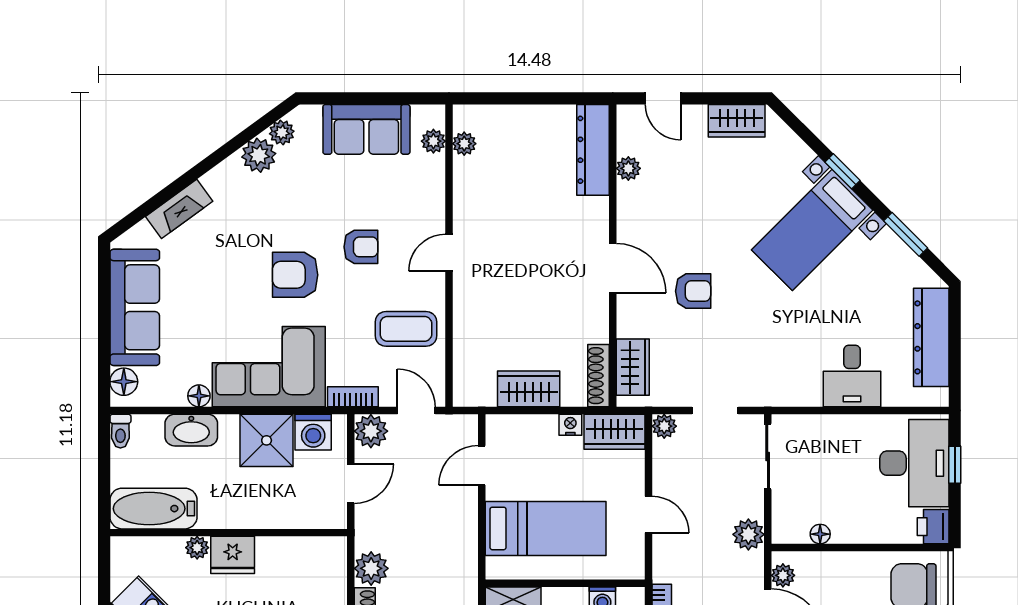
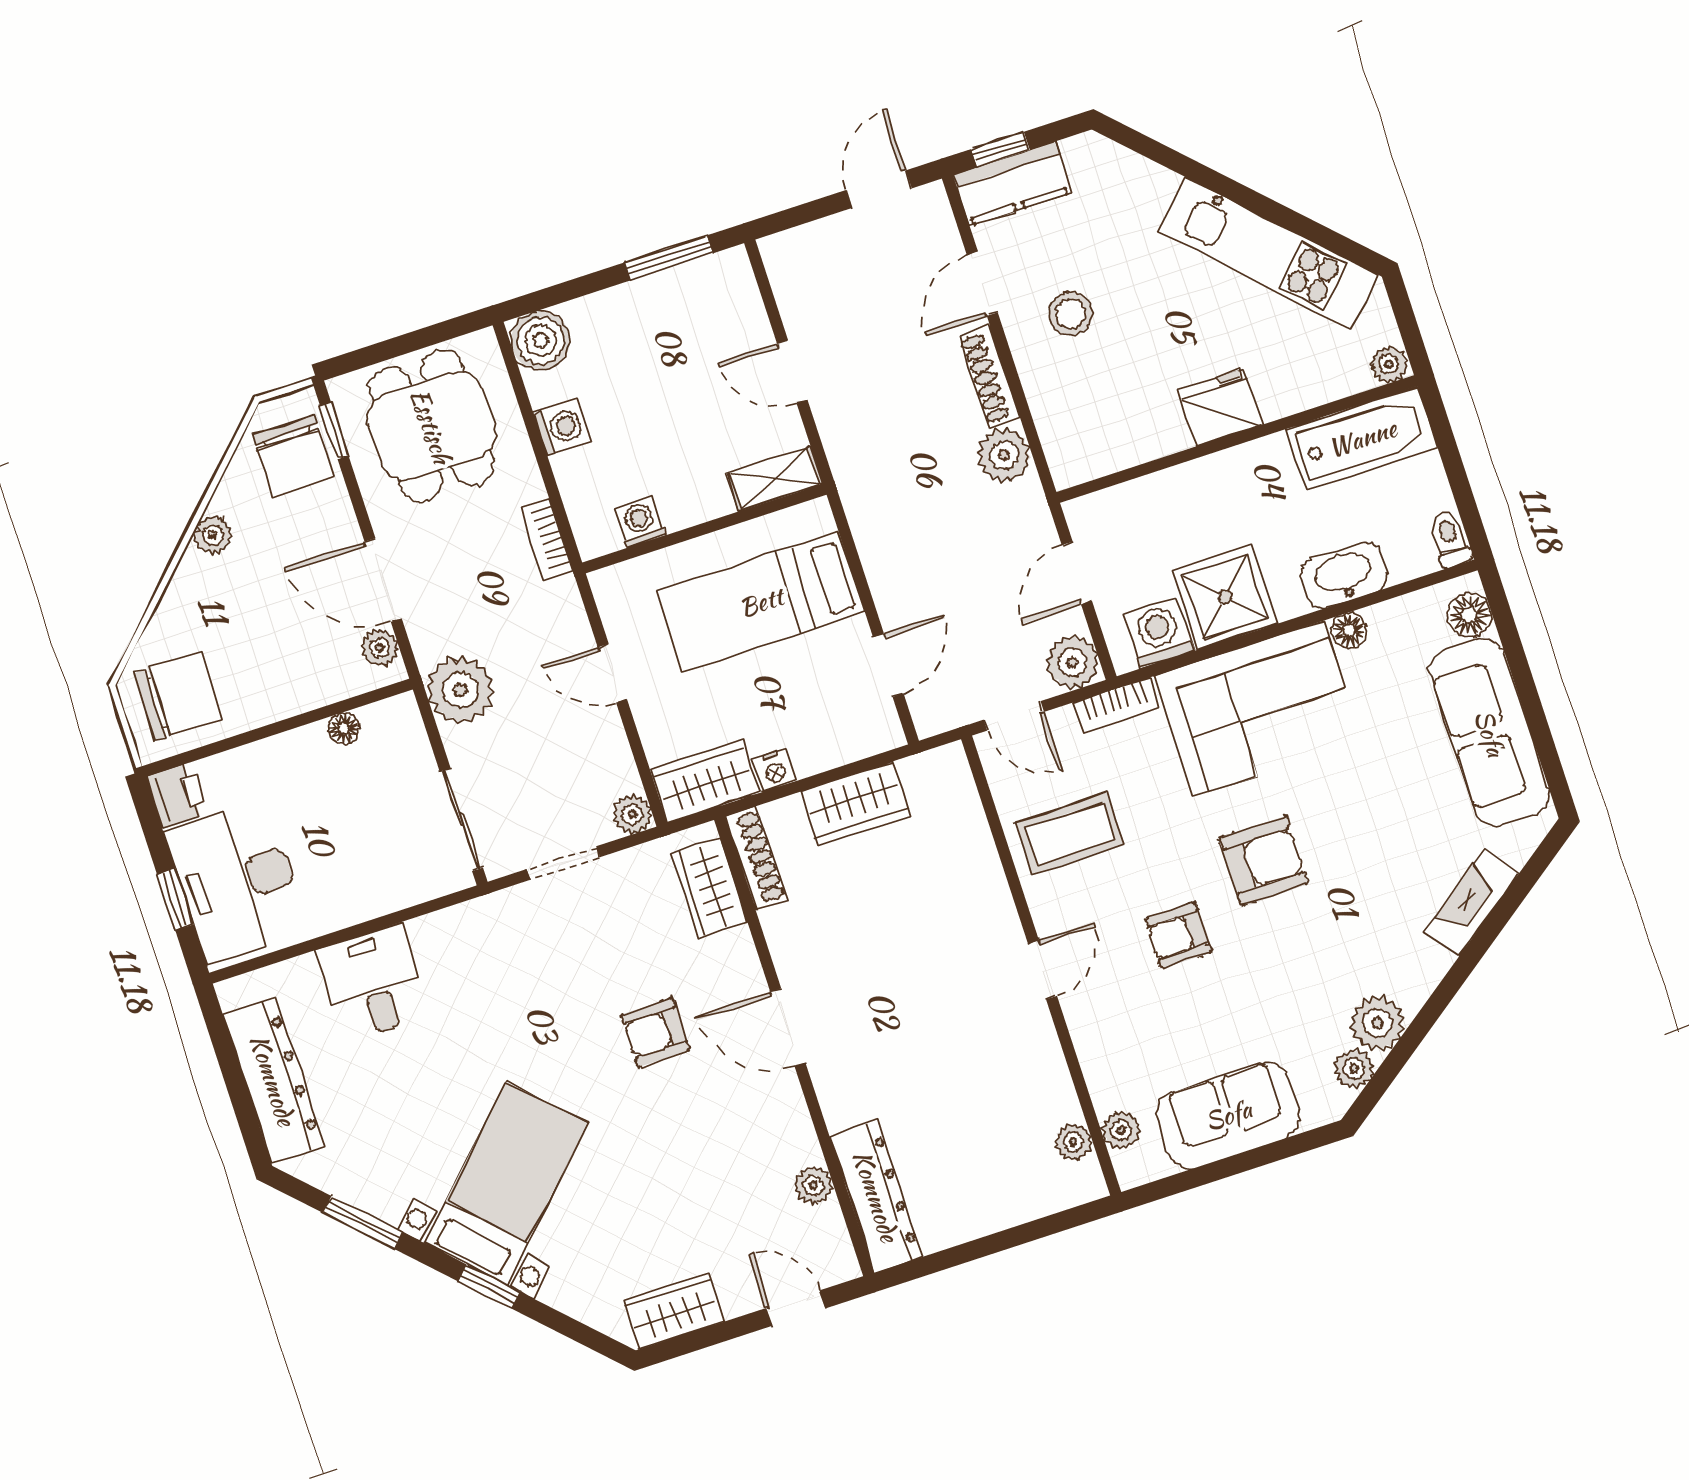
plant: (748, 534) -> (460, 690), width x1.36, depth x1.36
plant: (197, 548) -> (1389, 364), moved

